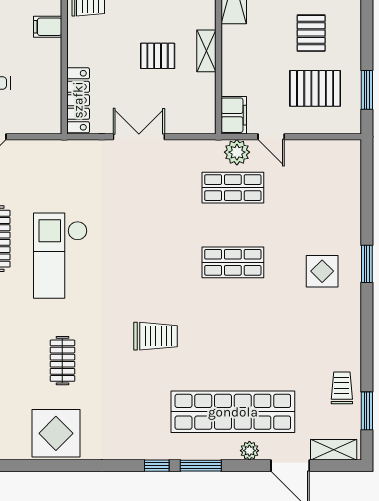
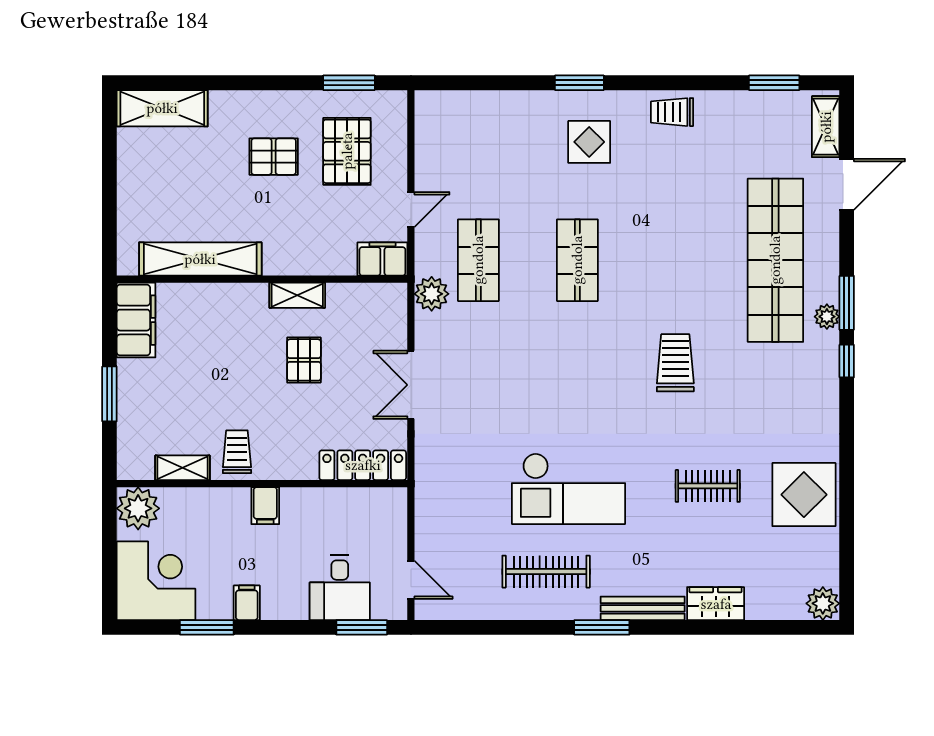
plant: (237, 152) -> (432, 294), moved
trolley: (342, 388) -> (672, 112), moved
plant: (249, 451) -> (827, 317), moved

